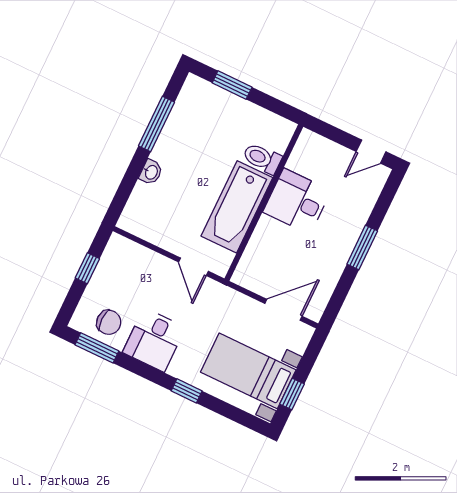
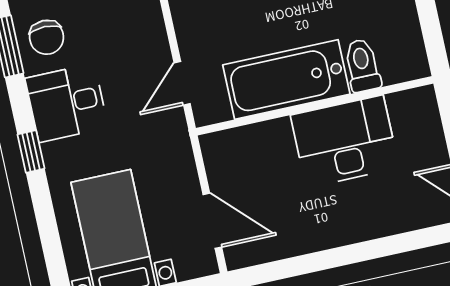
desk: (297, 201) -> (345, 141), width x1.37
window: (362, 247) -> (350, 254), removed
window: (187, 391) -> (31, 152), moved

